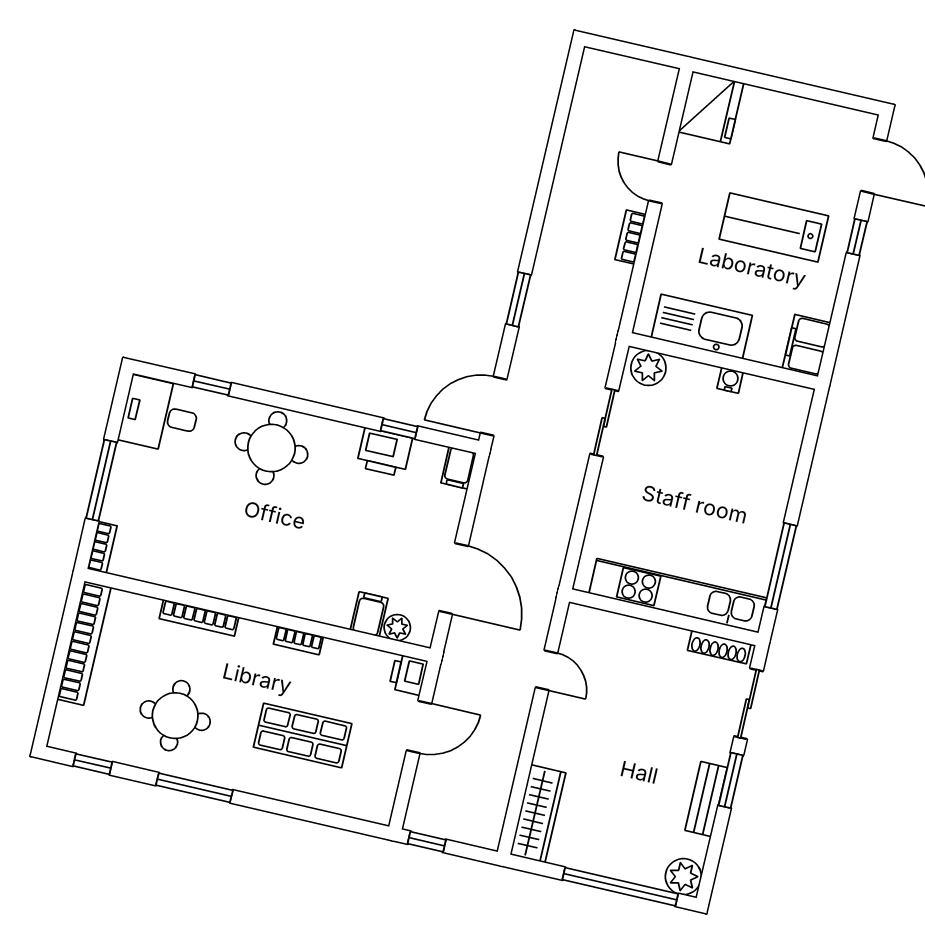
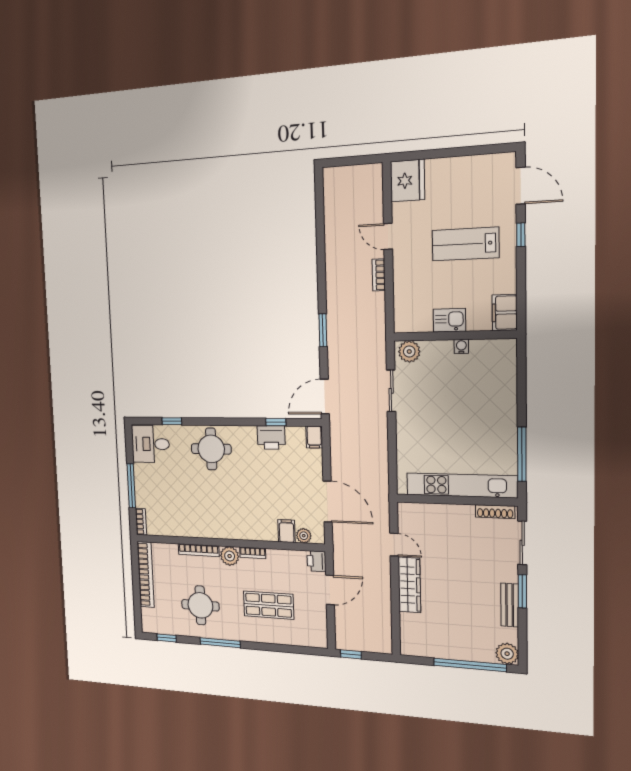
kitchen sink: (702, 327) -> (449, 320), width x0.53, depth x0.81
plant: (254, 638) -> (230, 556), added
wardrobe: (538, 814) -> (409, 585), moved

